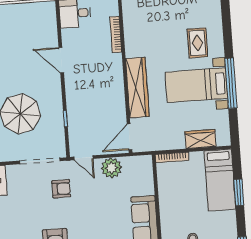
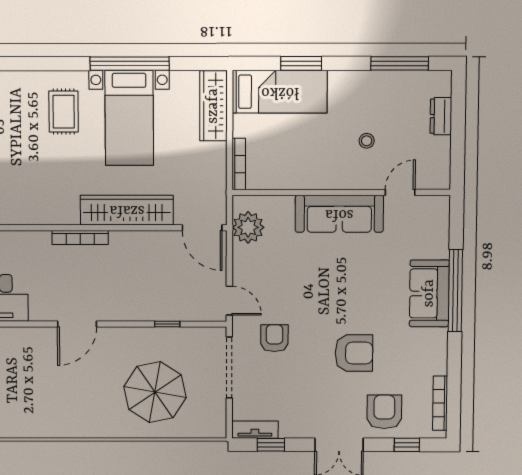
bookcase: (116, 35) -> (80, 238), moved
rug: (197, 43) -> (64, 112), turned 90
wardrobe: (200, 139) -> (213, 106), width x1.50
door: (84, 158) -> (229, 301), hinge flipped
plant: (111, 168) -> (248, 227), moved

